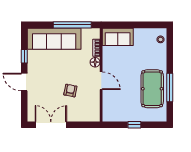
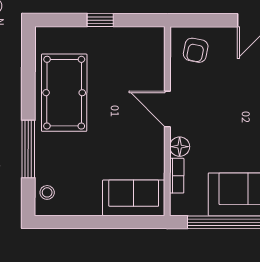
window: (170, 87) -> (28, 149), moved
armchair: (70, 91) -> (196, 50), moved

